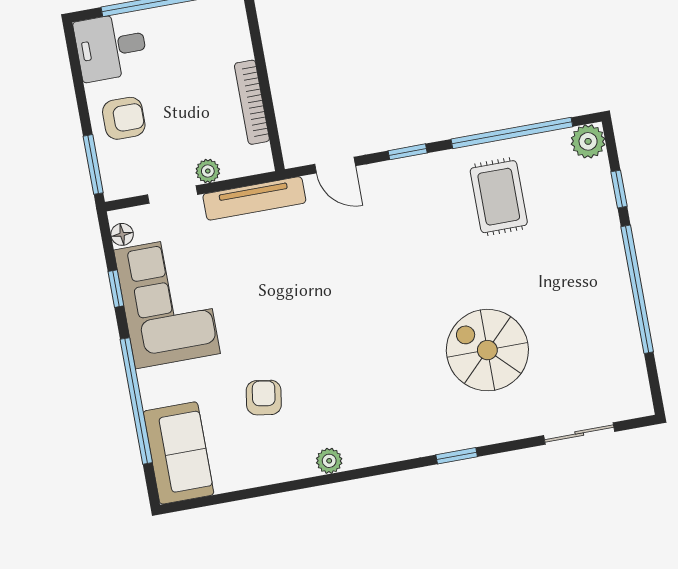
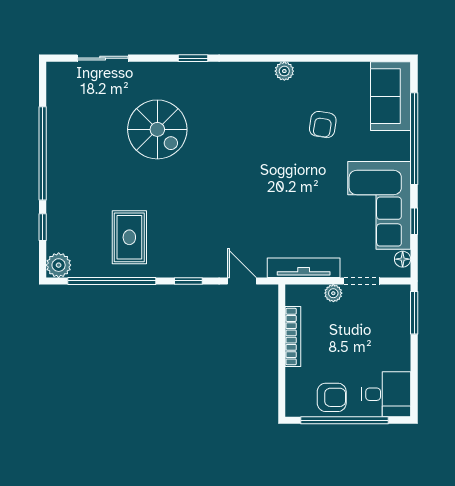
armchair: (124, 118) -> (332, 397), moved, turned 180

